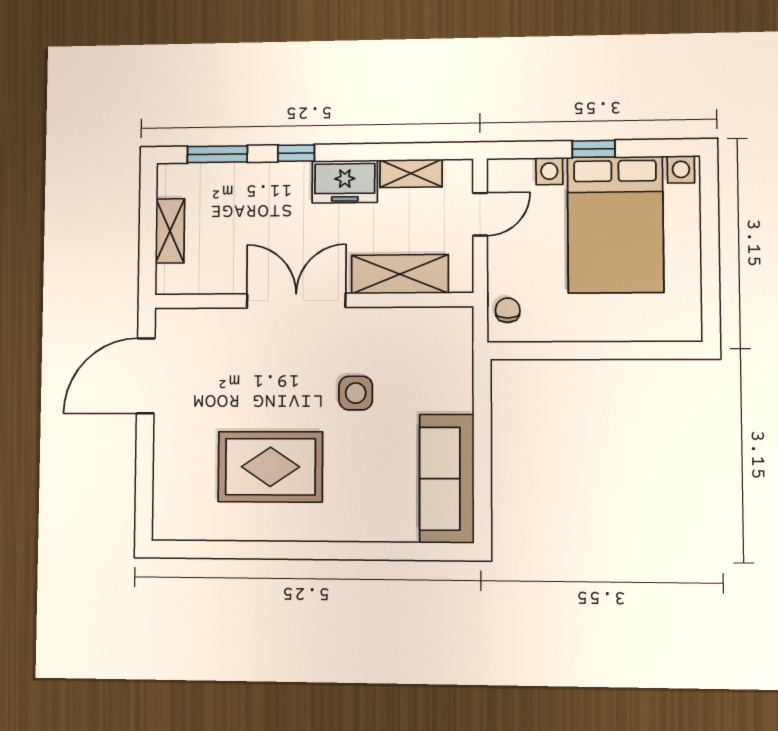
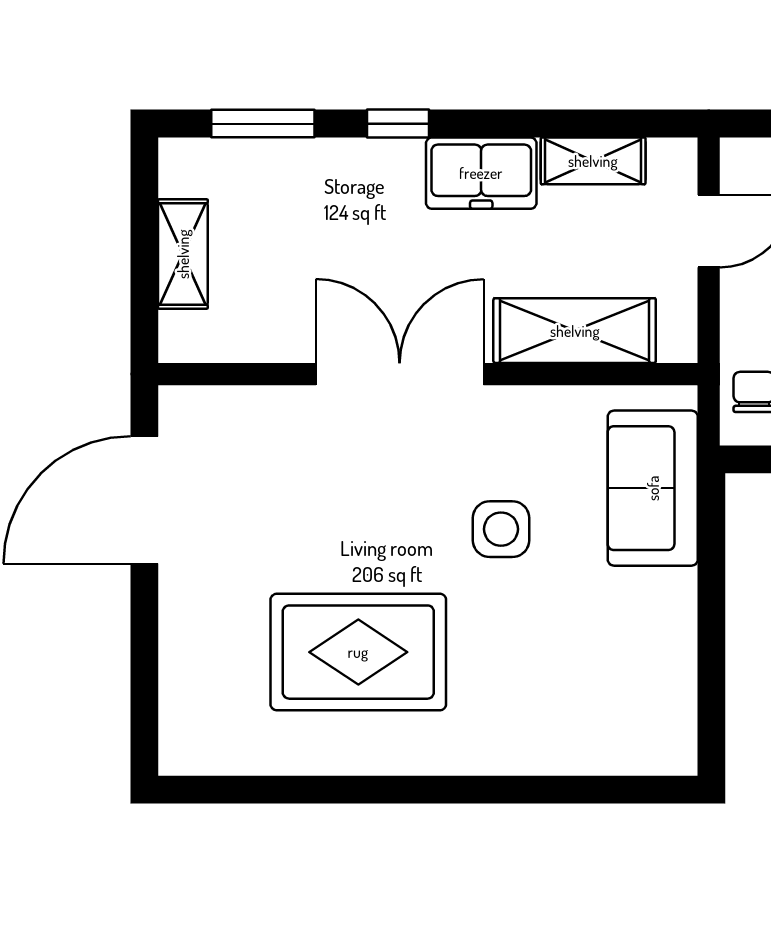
sofa: (447, 479) -> (653, 488), moved, width x0.73

